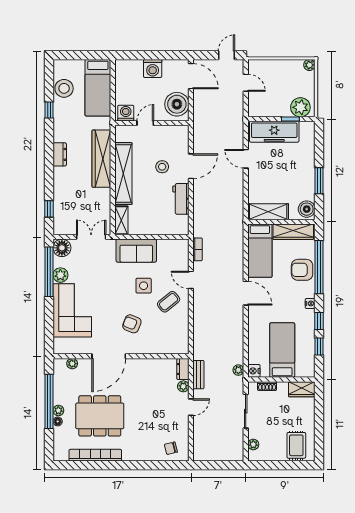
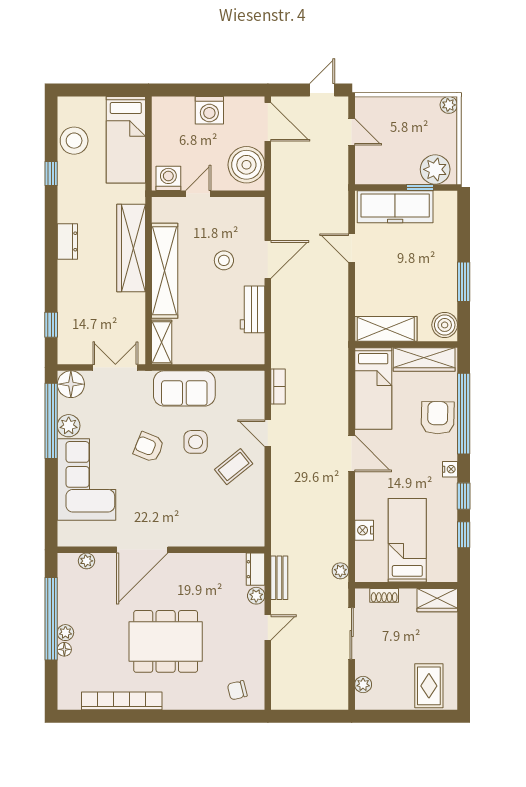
armchair: (302, 270) -> (438, 418), turned 91
armchair: (132, 324) -> (149, 447), moved
nightstand: (254, 371) -> (364, 530), moved
dining table: (100, 416) -> (166, 641), moved

